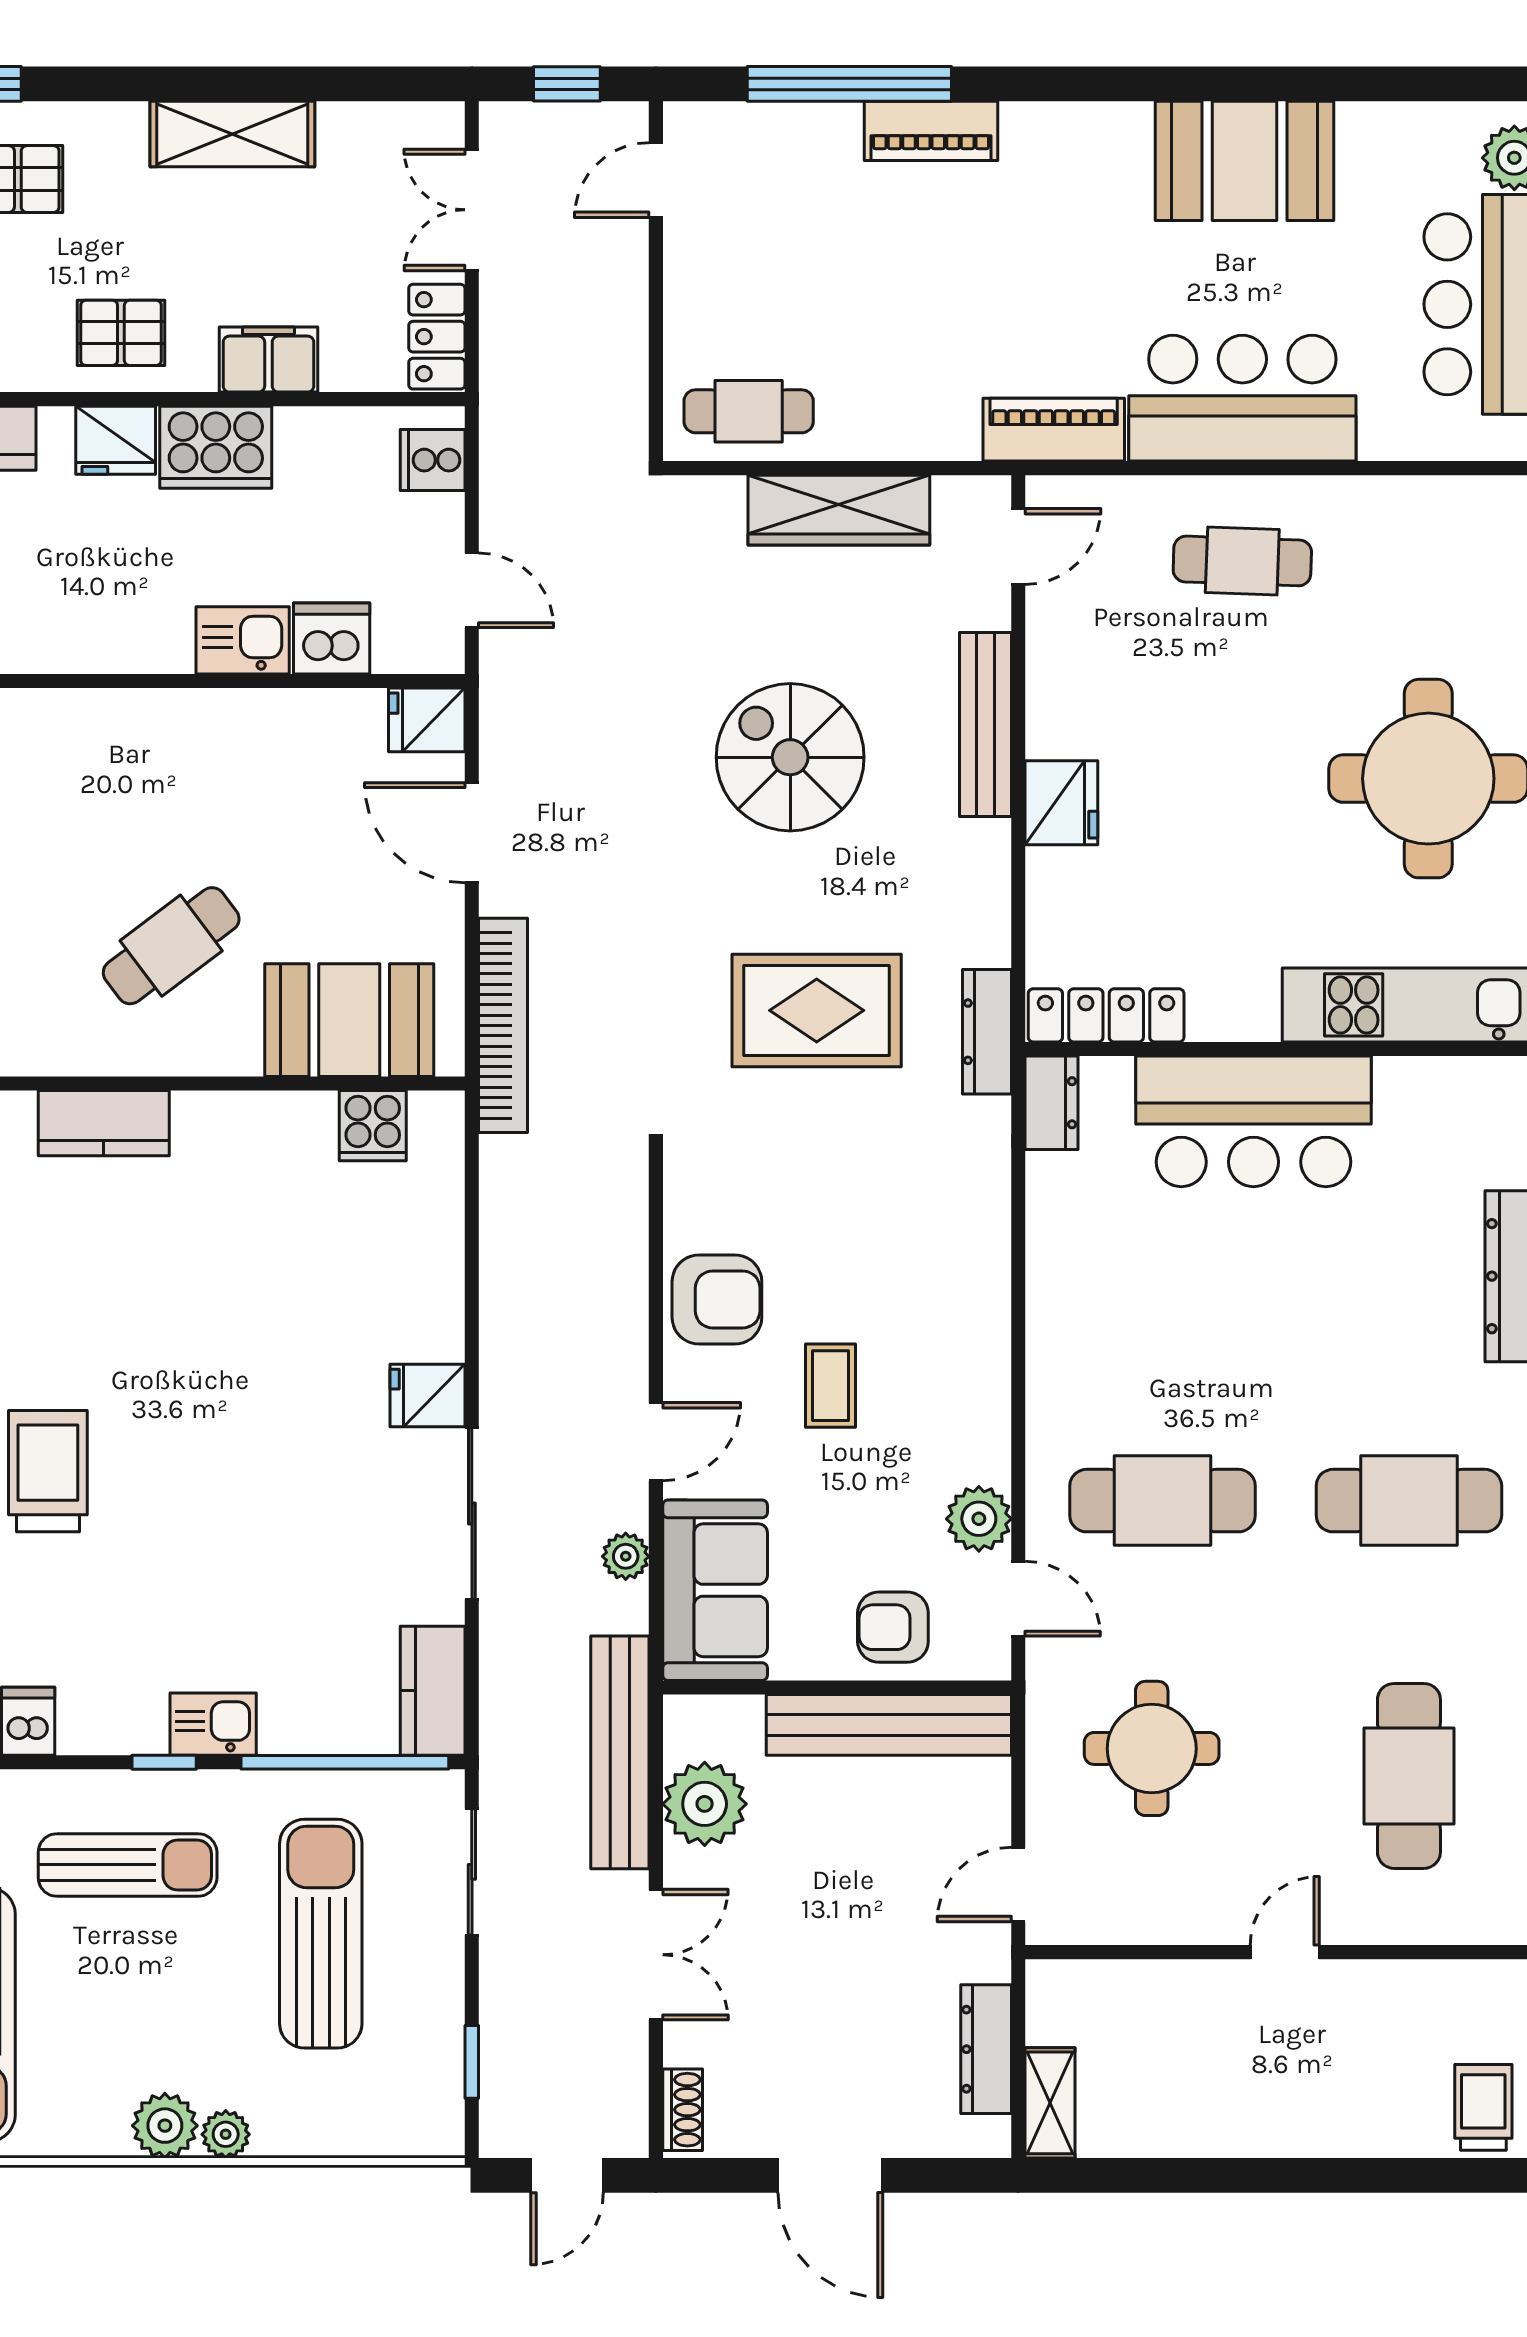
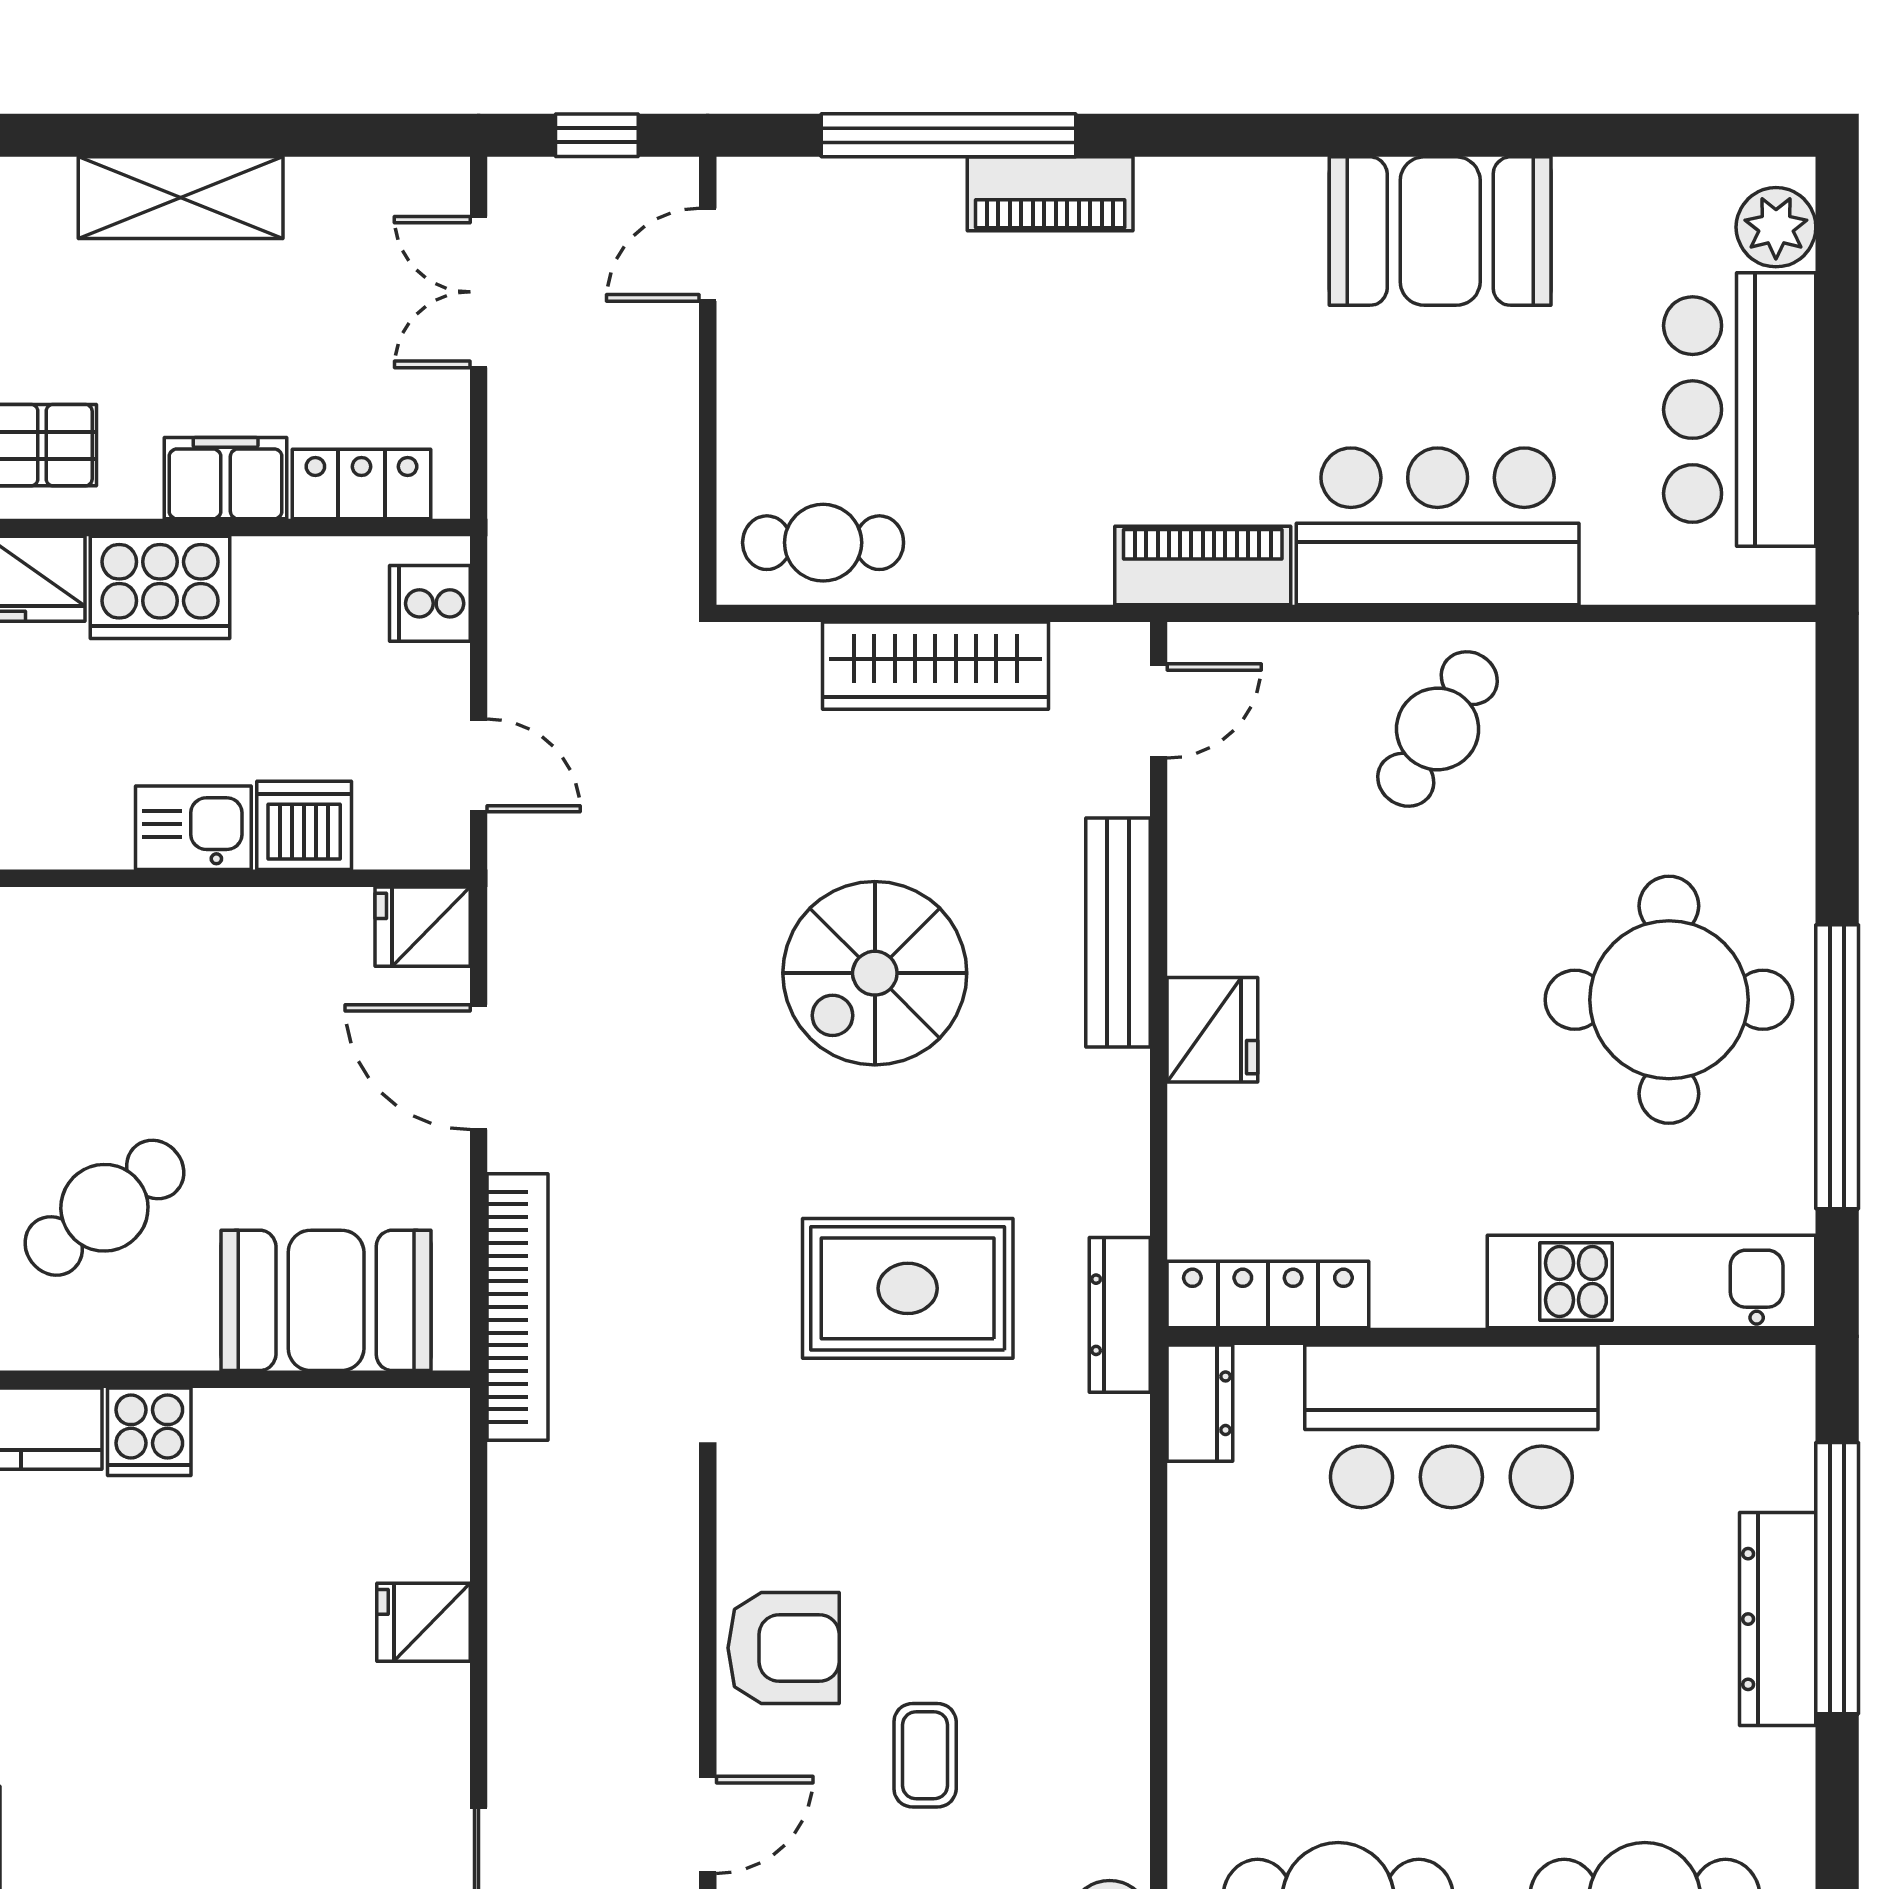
locker: (437, 337) -> (361, 484), moved, turned 90
cafe table: (1242, 561) -> (1438, 729), turned -60
spiral stairs: (790, 757) -> (875, 973), turned -90
cooker: (373, 1126) -> (149, 1432), moved
fridge: (428, 1395) -> (423, 1622), moved

